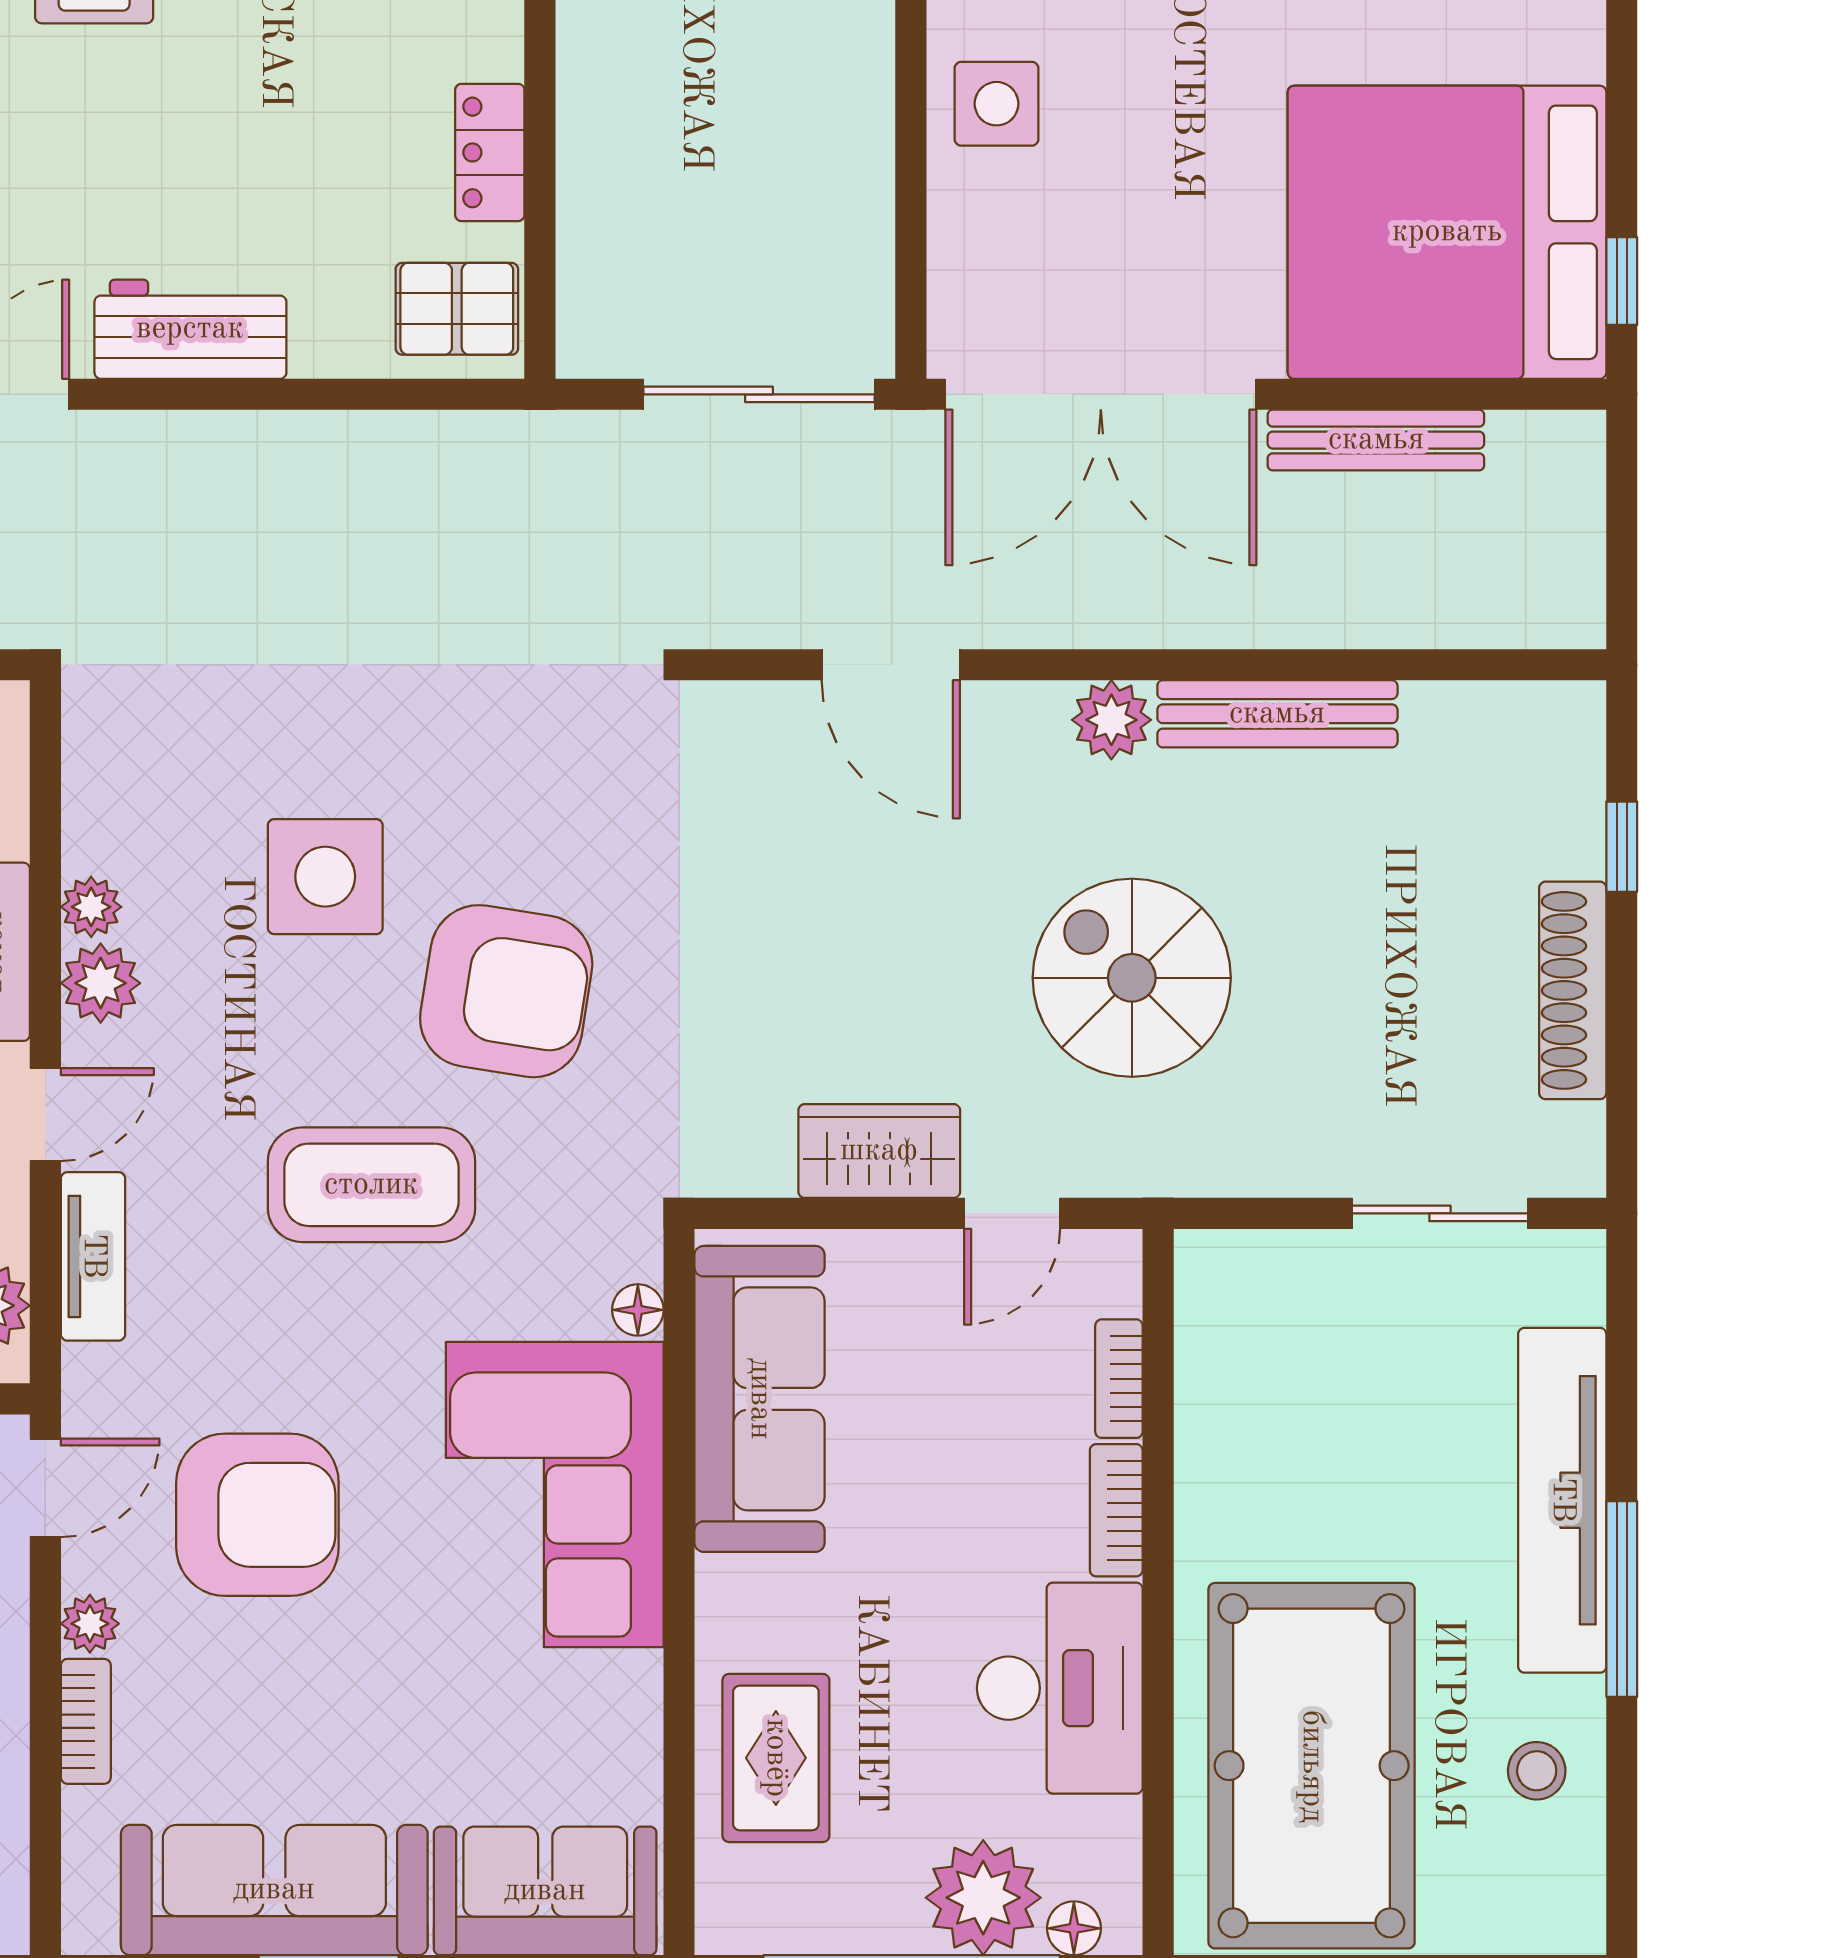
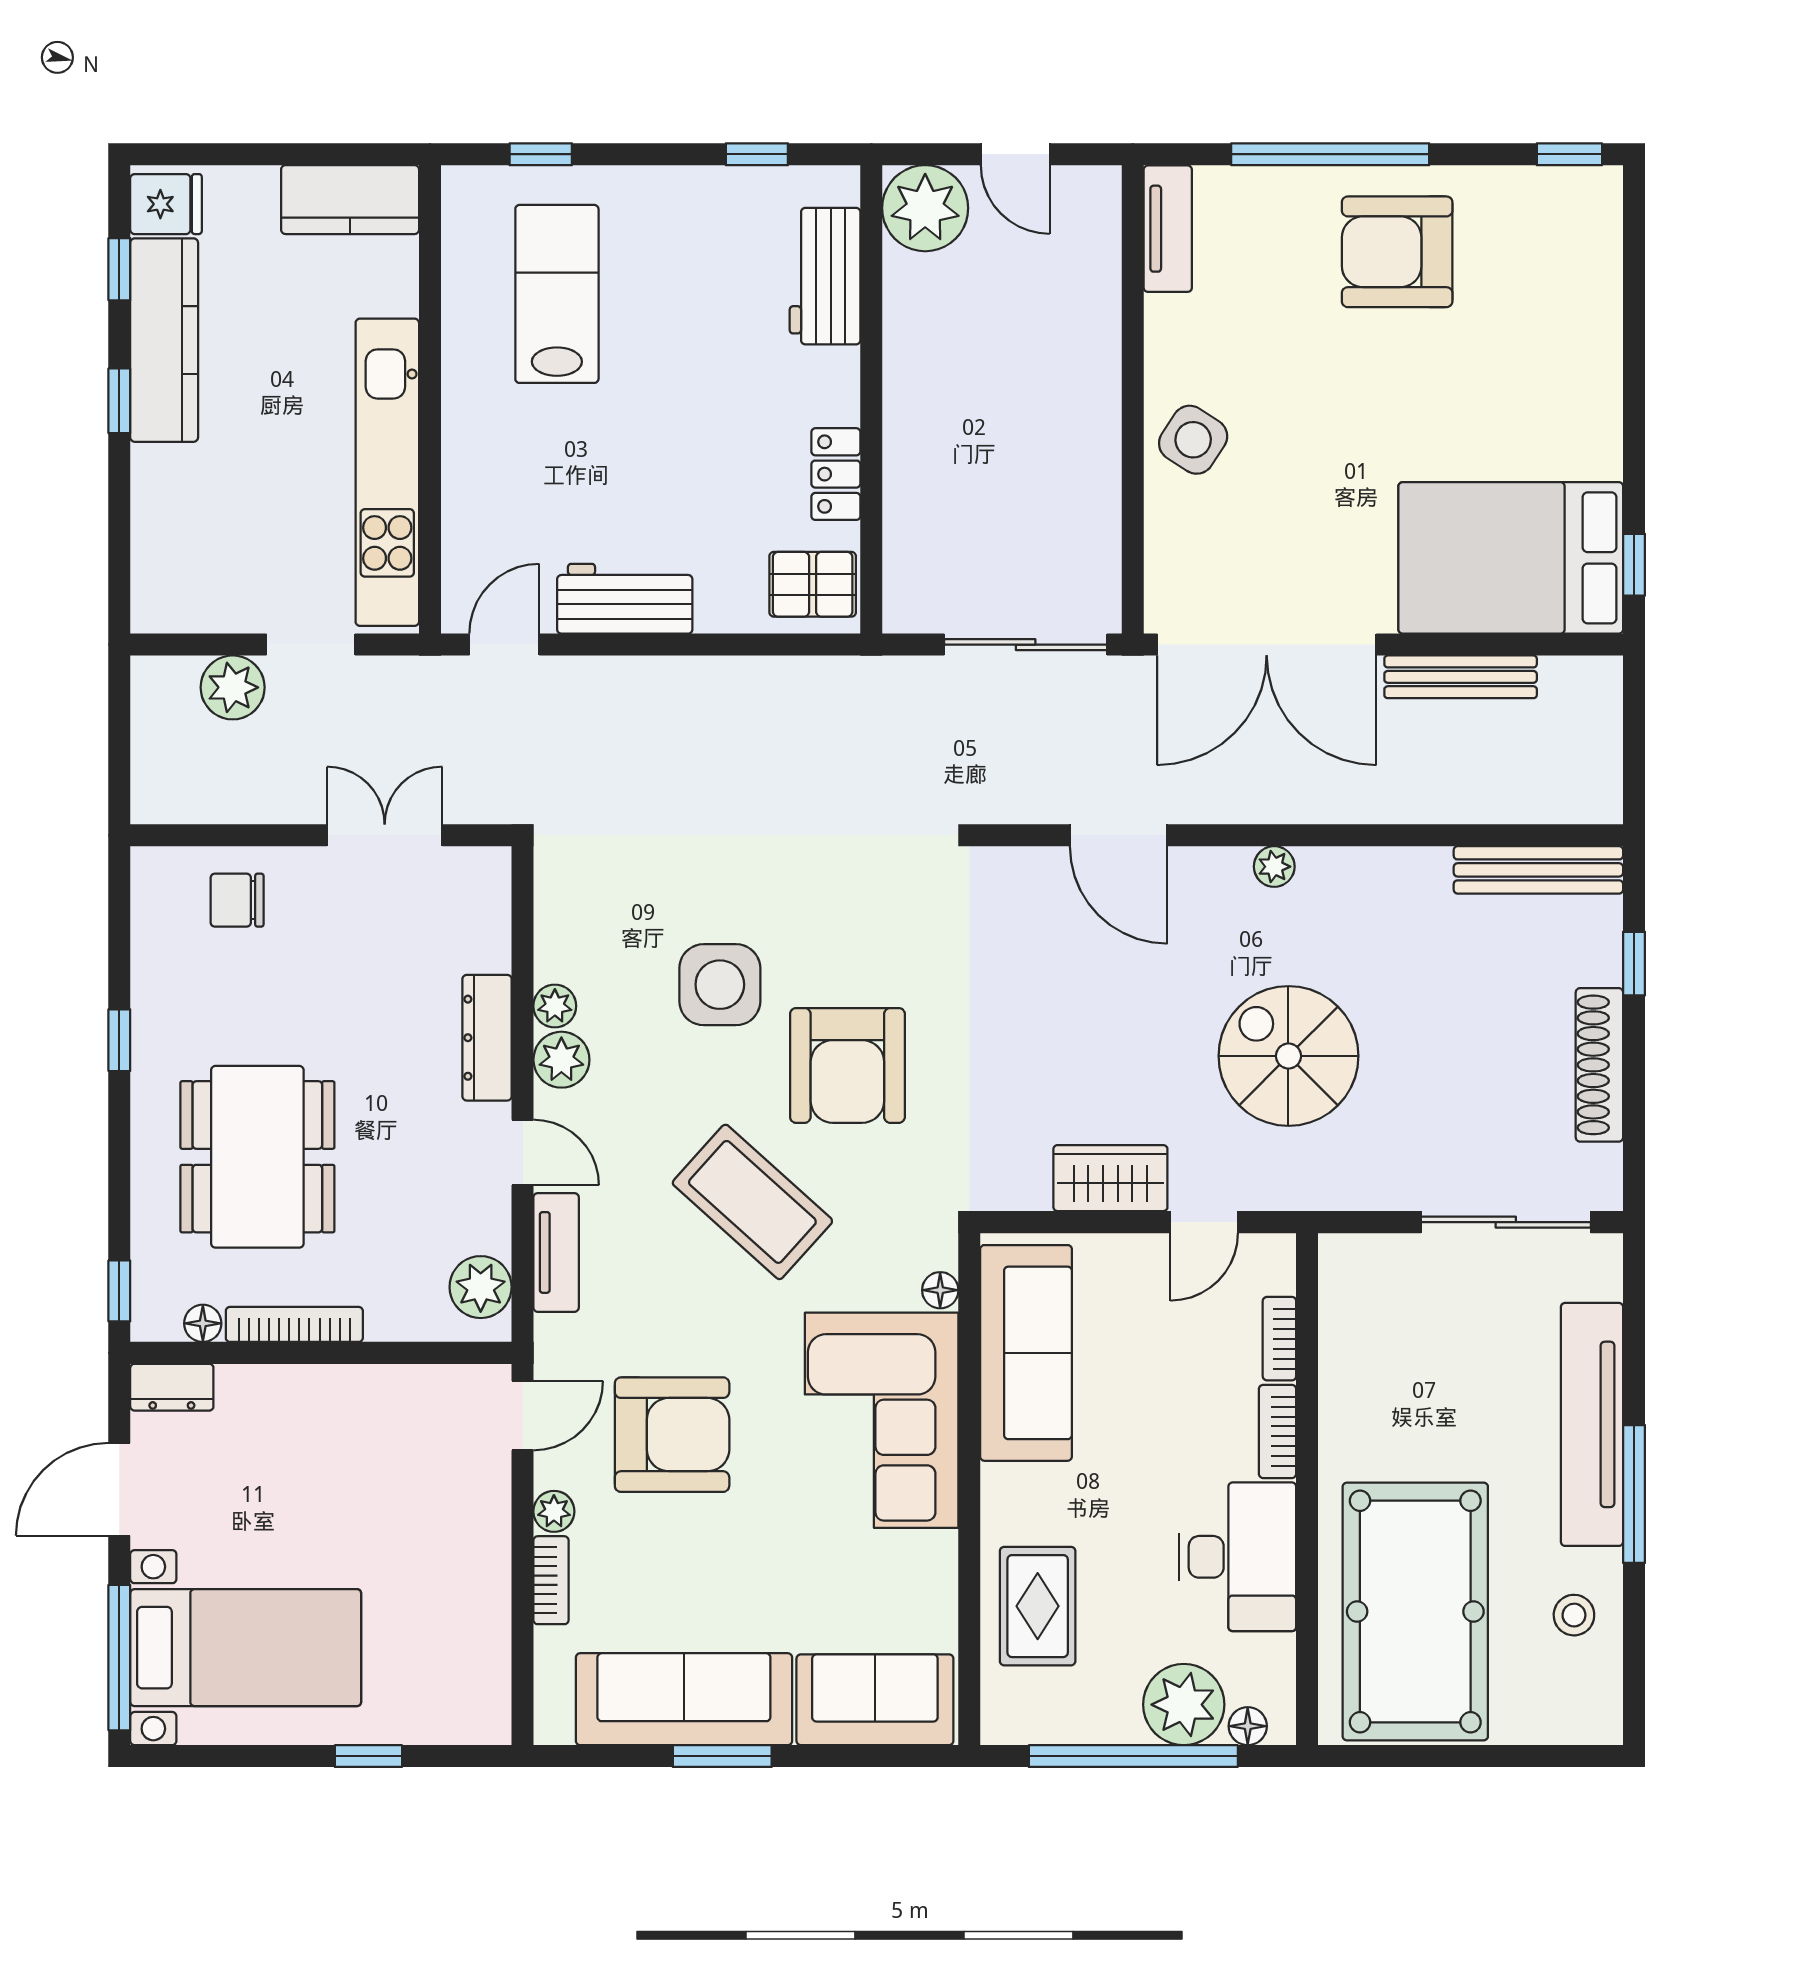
side table: (997, 104) -> (1193, 440), turned 33
bed: (1447, 232) -> (1511, 558), width x0.73
bench: (1277, 714) -> (1538, 870), moved
plant: (1111, 720) -> (1274, 867), width x0.73, depth x0.73
armchair: (506, 991) -> (847, 1065), turned 81
door: (45, 1115) -> (523, 1152), hinge flipped
coffee table: (371, 1185) -> (752, 1202), turned 42
sliding door: (1440, 1213) -> (1506, 1222), width x1.37

